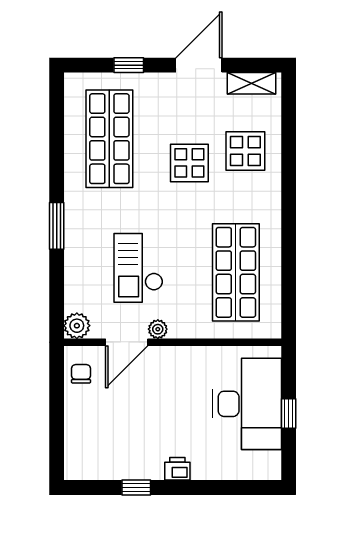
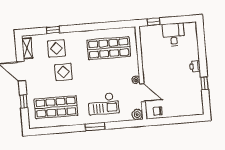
window: (289, 147) -> (53, 30), added
checkout: (138, 268) -> (104, 104), moved
desk: (247, 404) -> (174, 35), width x0.53, depth x0.77
window: (289, 413) -> (154, 22), moved

